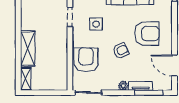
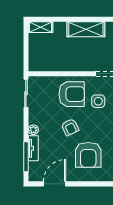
shelving: (28, 49) -> (86, 29), moved
armchair: (86, 60) -> (72, 94), moved

